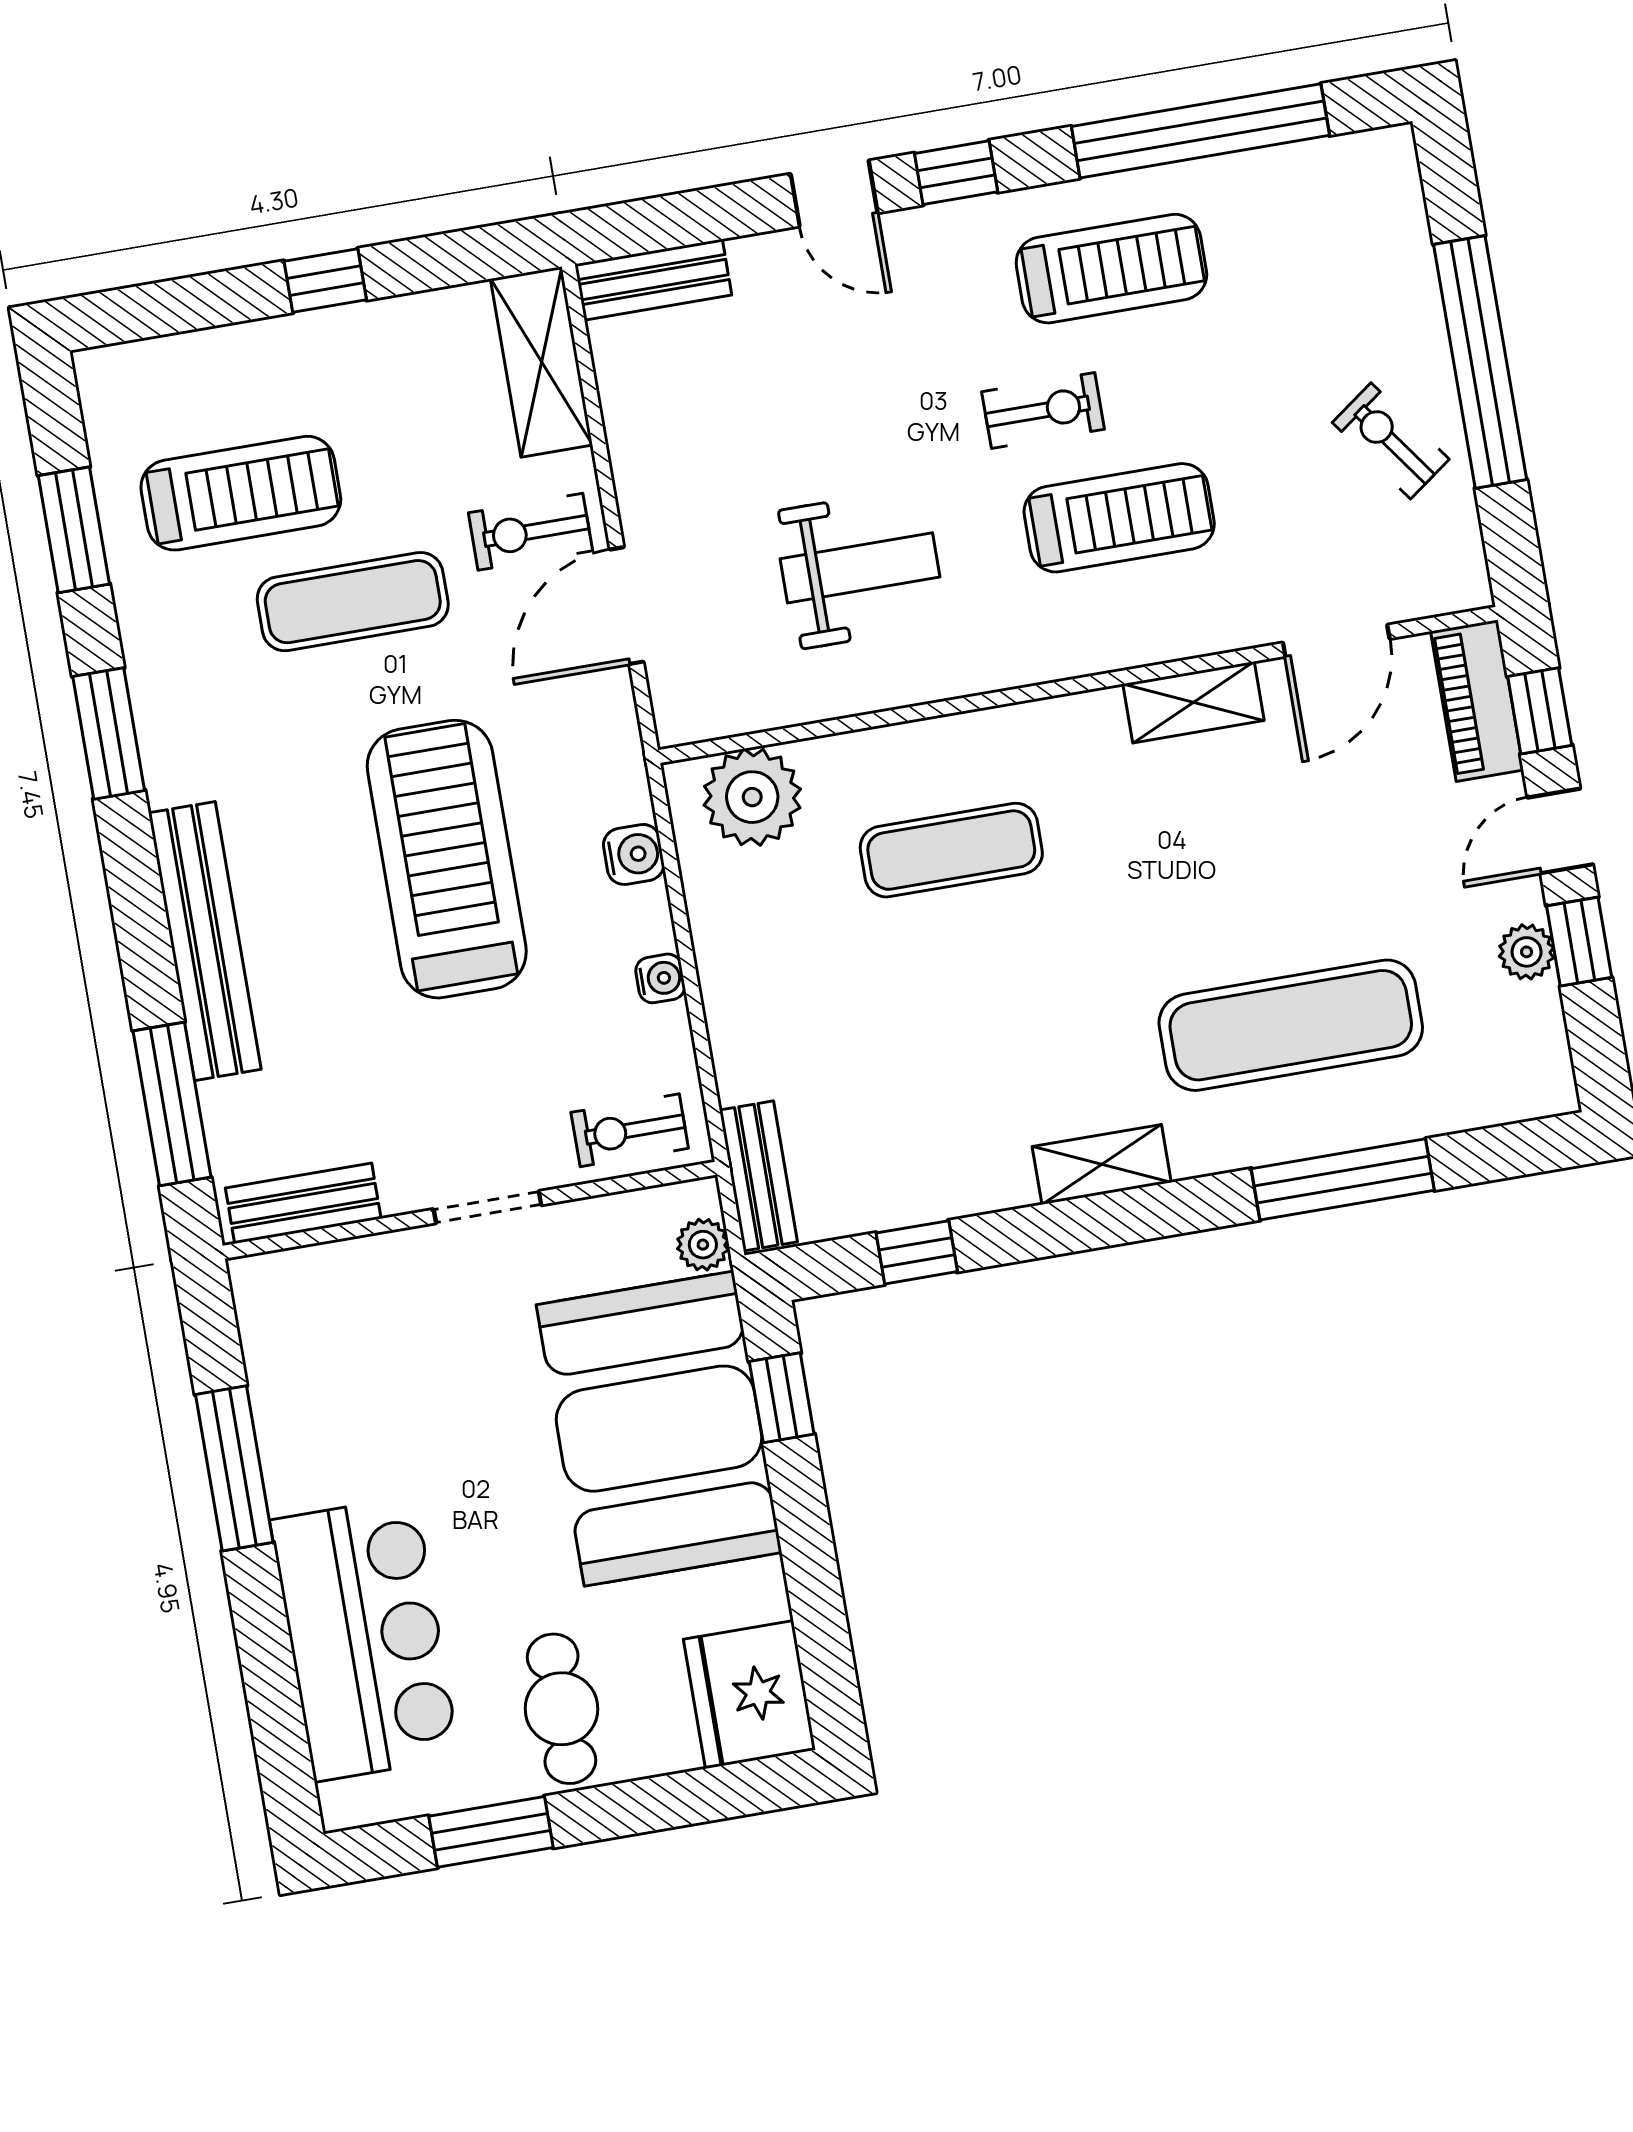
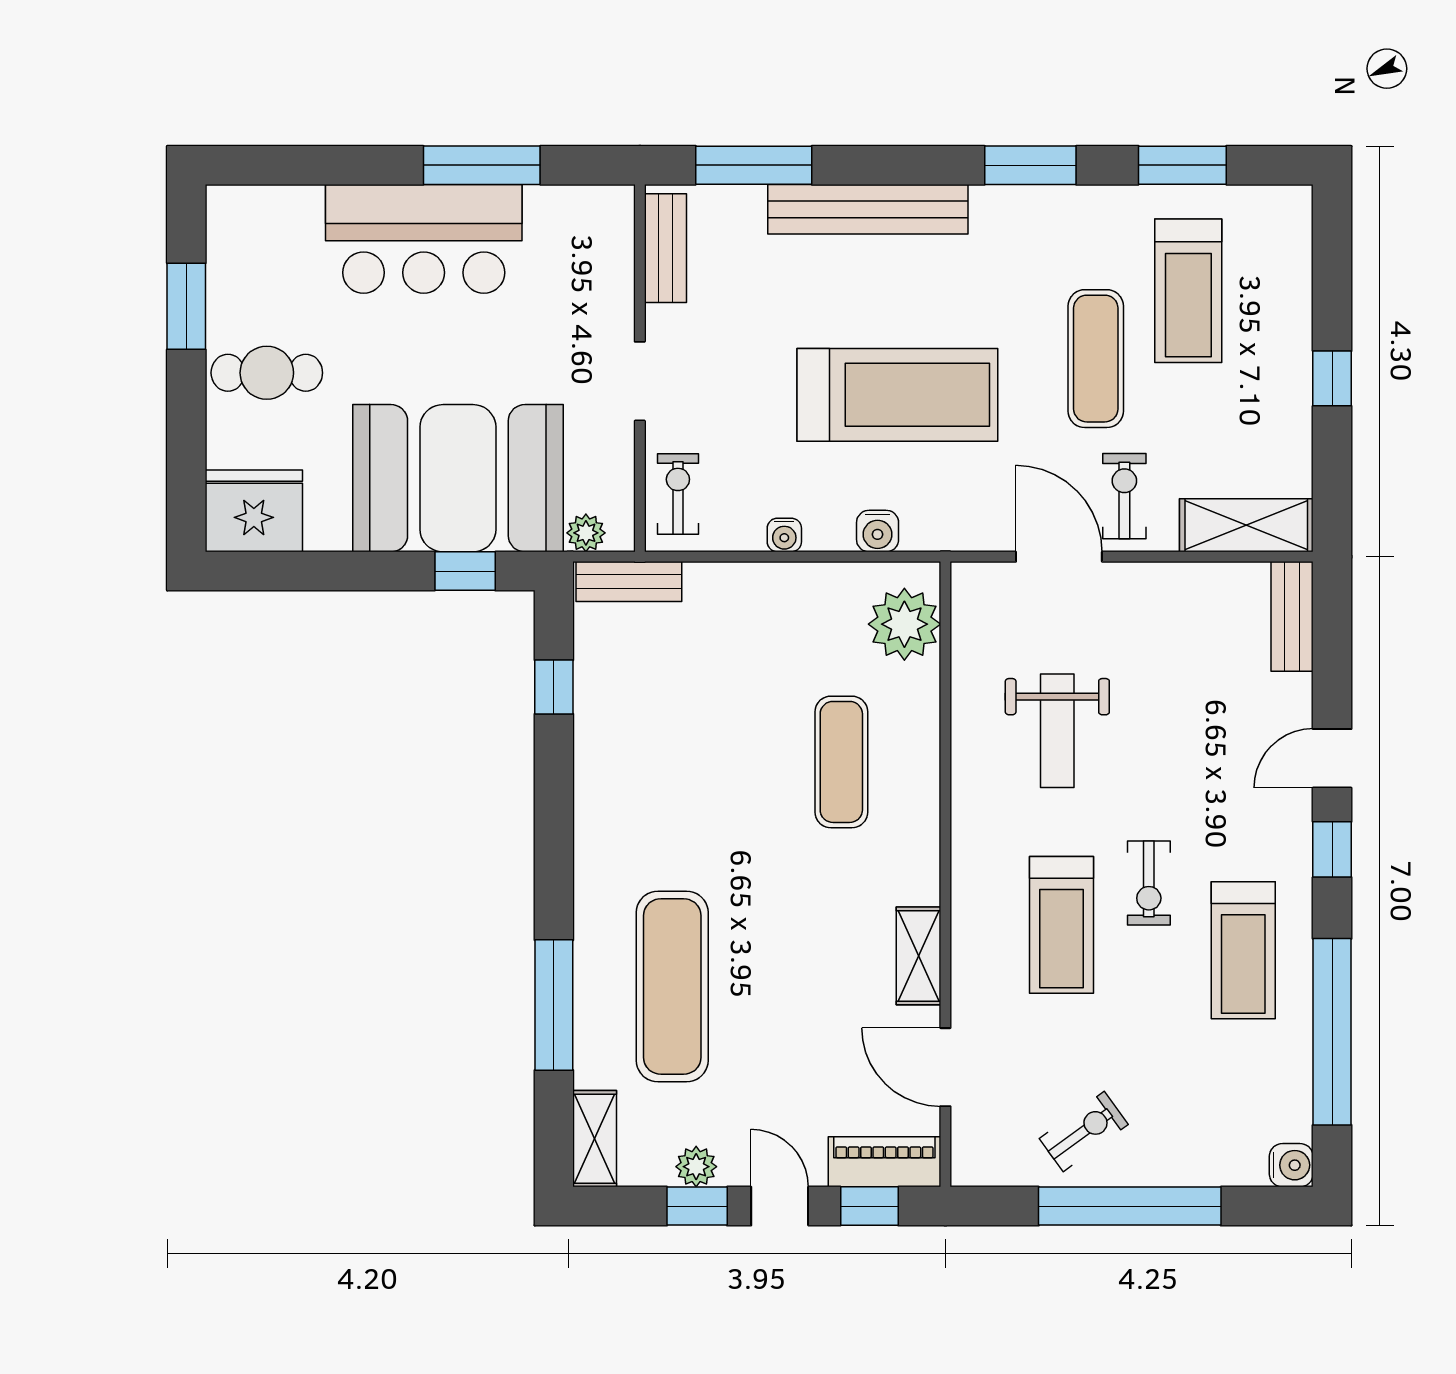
water cooler: (1388, 155) -> (1291, 1165), added
shelving: (1102, 1164) -> (595, 1139), moved
bar counter: (365, 1639) -> (424, 239), moved

